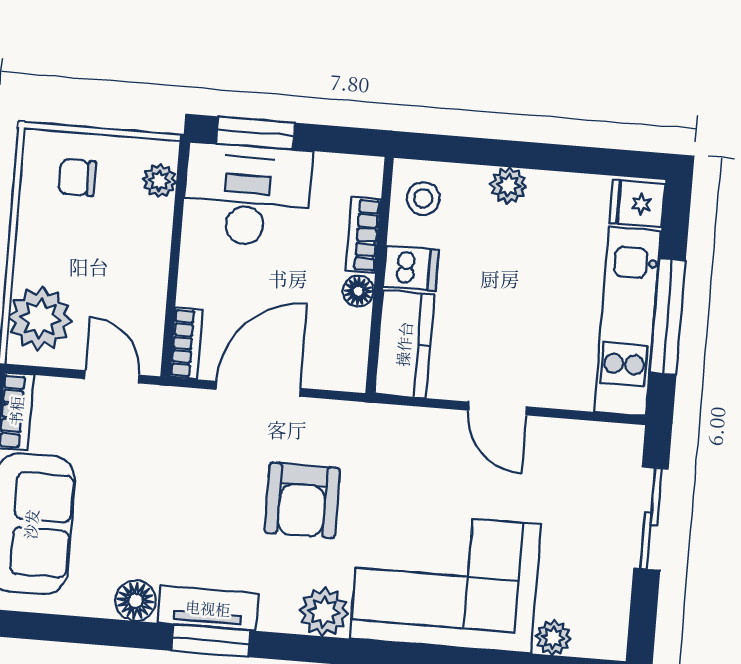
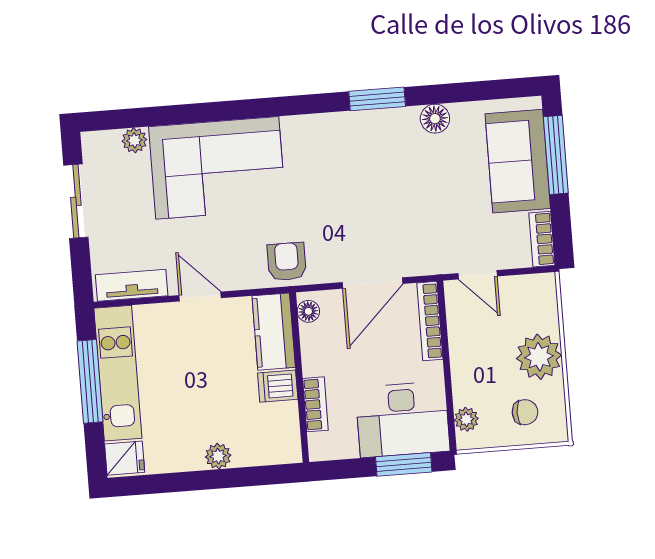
stool: (423, 198) -> (277, 437), removed
floor lamp: (358, 291) -> (308, 311), moved
plant: (40, 319) -> (539, 357), moved
bookcase: (186, 343) -> (430, 321), width x1.56
armchair: (302, 500) -> (287, 262), moved, width x0.72, depth x0.72
sliding door: (651, 518) -> (76, 201), moved
tv unit: (208, 608) -> (132, 285), moved, turned 180
plant: (324, 612) -> (300, 132), removed

